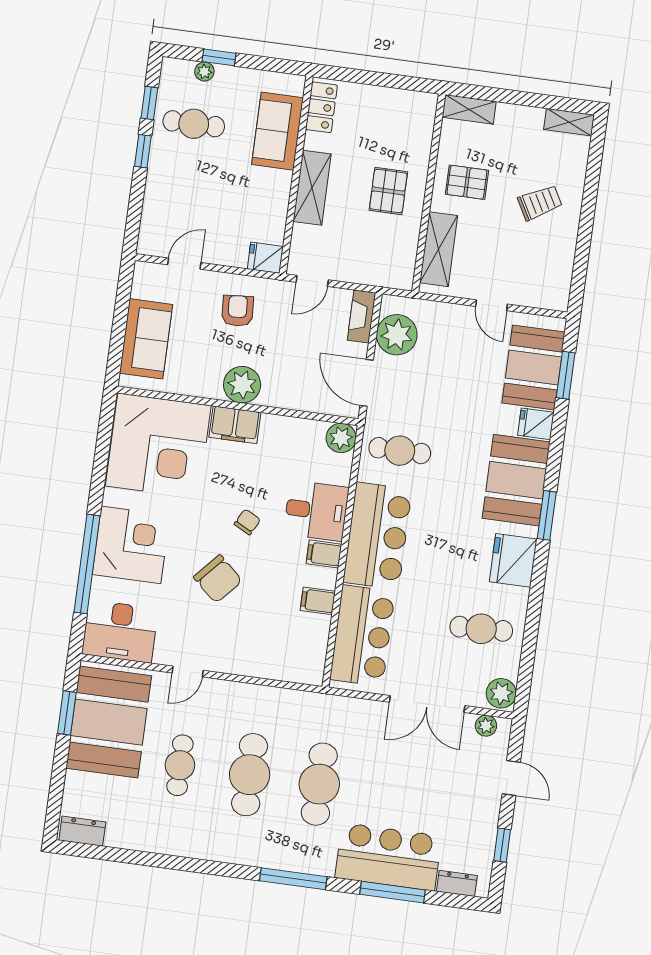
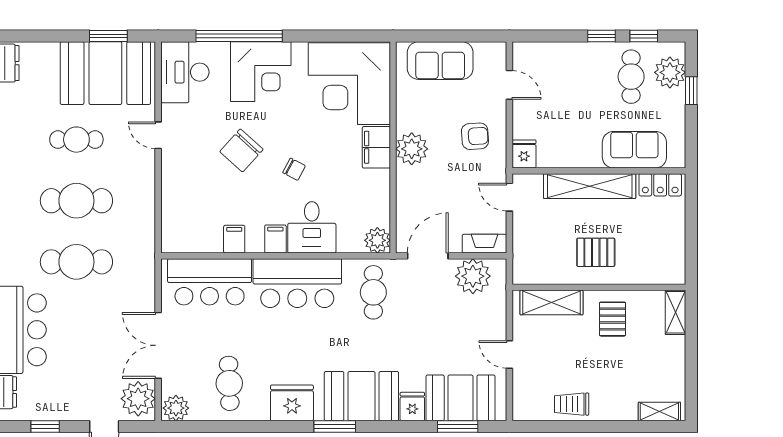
plant: (204, 72) -> (670, 72), width x1.88, depth x1.88
shelving: (569, 122) -> (659, 412), moved, turned 90
shelving: (312, 188) -> (590, 186), width x1.47
trolley: (540, 203) -> (572, 404), moved, turned 119
door: (492, 305) -> (509, 354), hinge flipped
plant: (486, 726) -> (138, 399), width x1.88, depth x1.88

